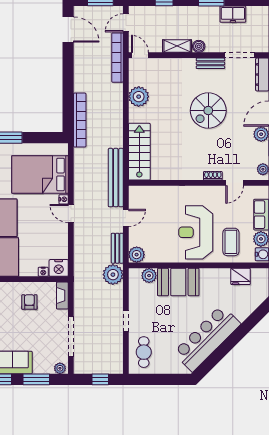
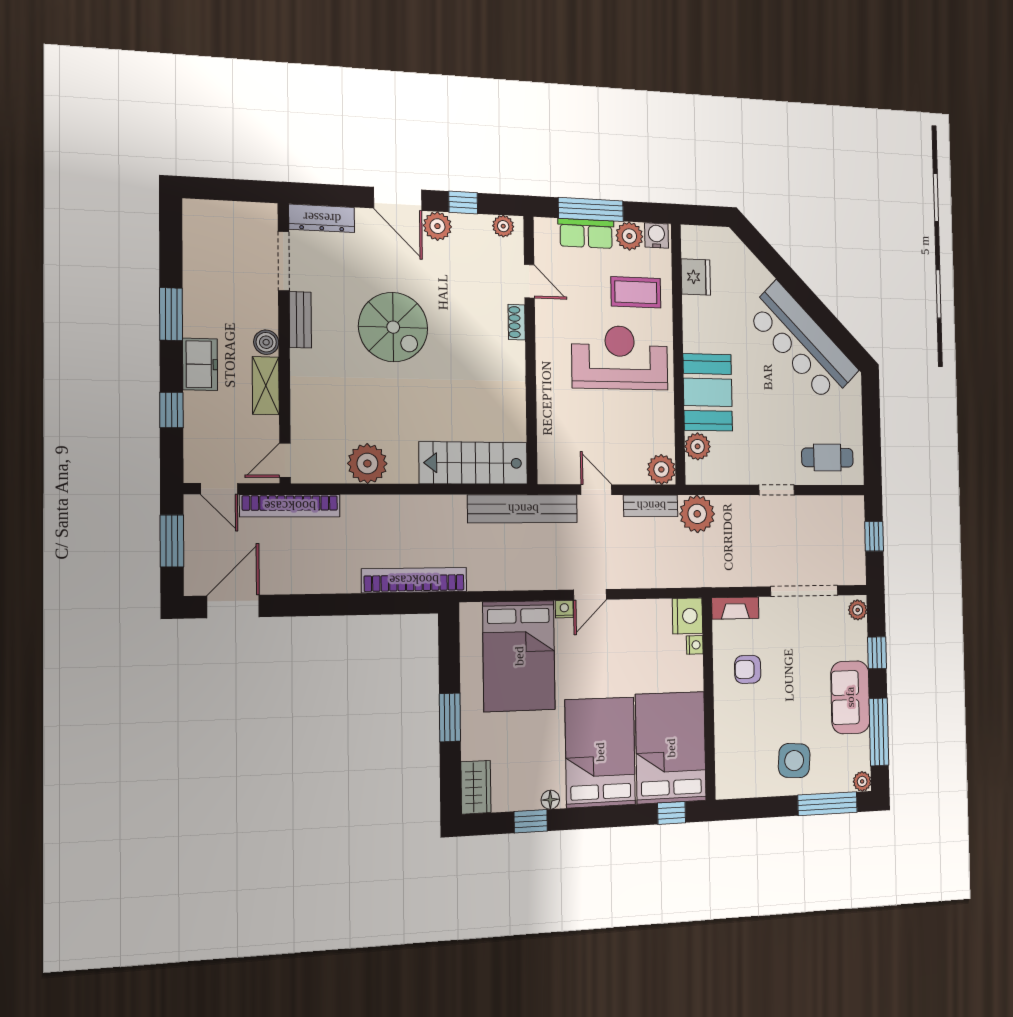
freezer: (233, 14) -> (200, 364), moved
reception desk: (196, 232) -> (620, 358), turned 180
window: (36, 379) -> (877, 653), width x0.67

